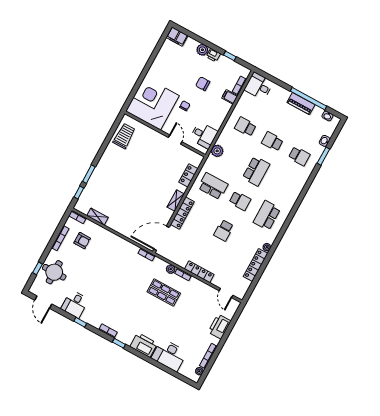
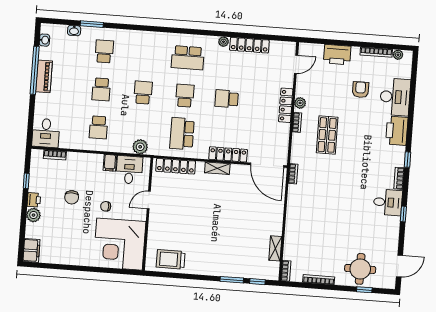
filing cabinet: (230, 97) -> (110, 163), moved
school desk: (256, 171) -> (143, 93), width x0.54
locker: (188, 175) -> (176, 166), width x1.53
school desk: (224, 230) -> (227, 99), turned 180
armchair: (82, 241) -> (360, 90), moved
plant: (171, 269) -> (300, 103), moved
desk: (75, 304) -> (388, 202), moved

